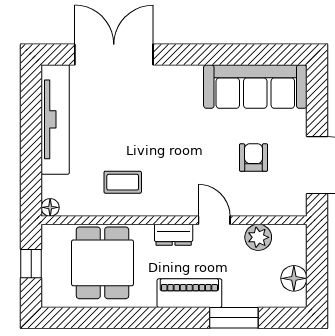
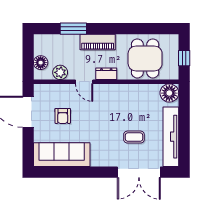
coffee table: (123, 182) -> (134, 137), moved
floor lamp: (50, 207) -> (169, 93), width x1.89, depth x1.89
floor lamp: (294, 278) -> (41, 63), moved

